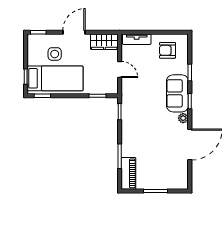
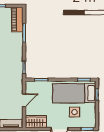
door: (120, 69) -> (24, 100), swing flipped

